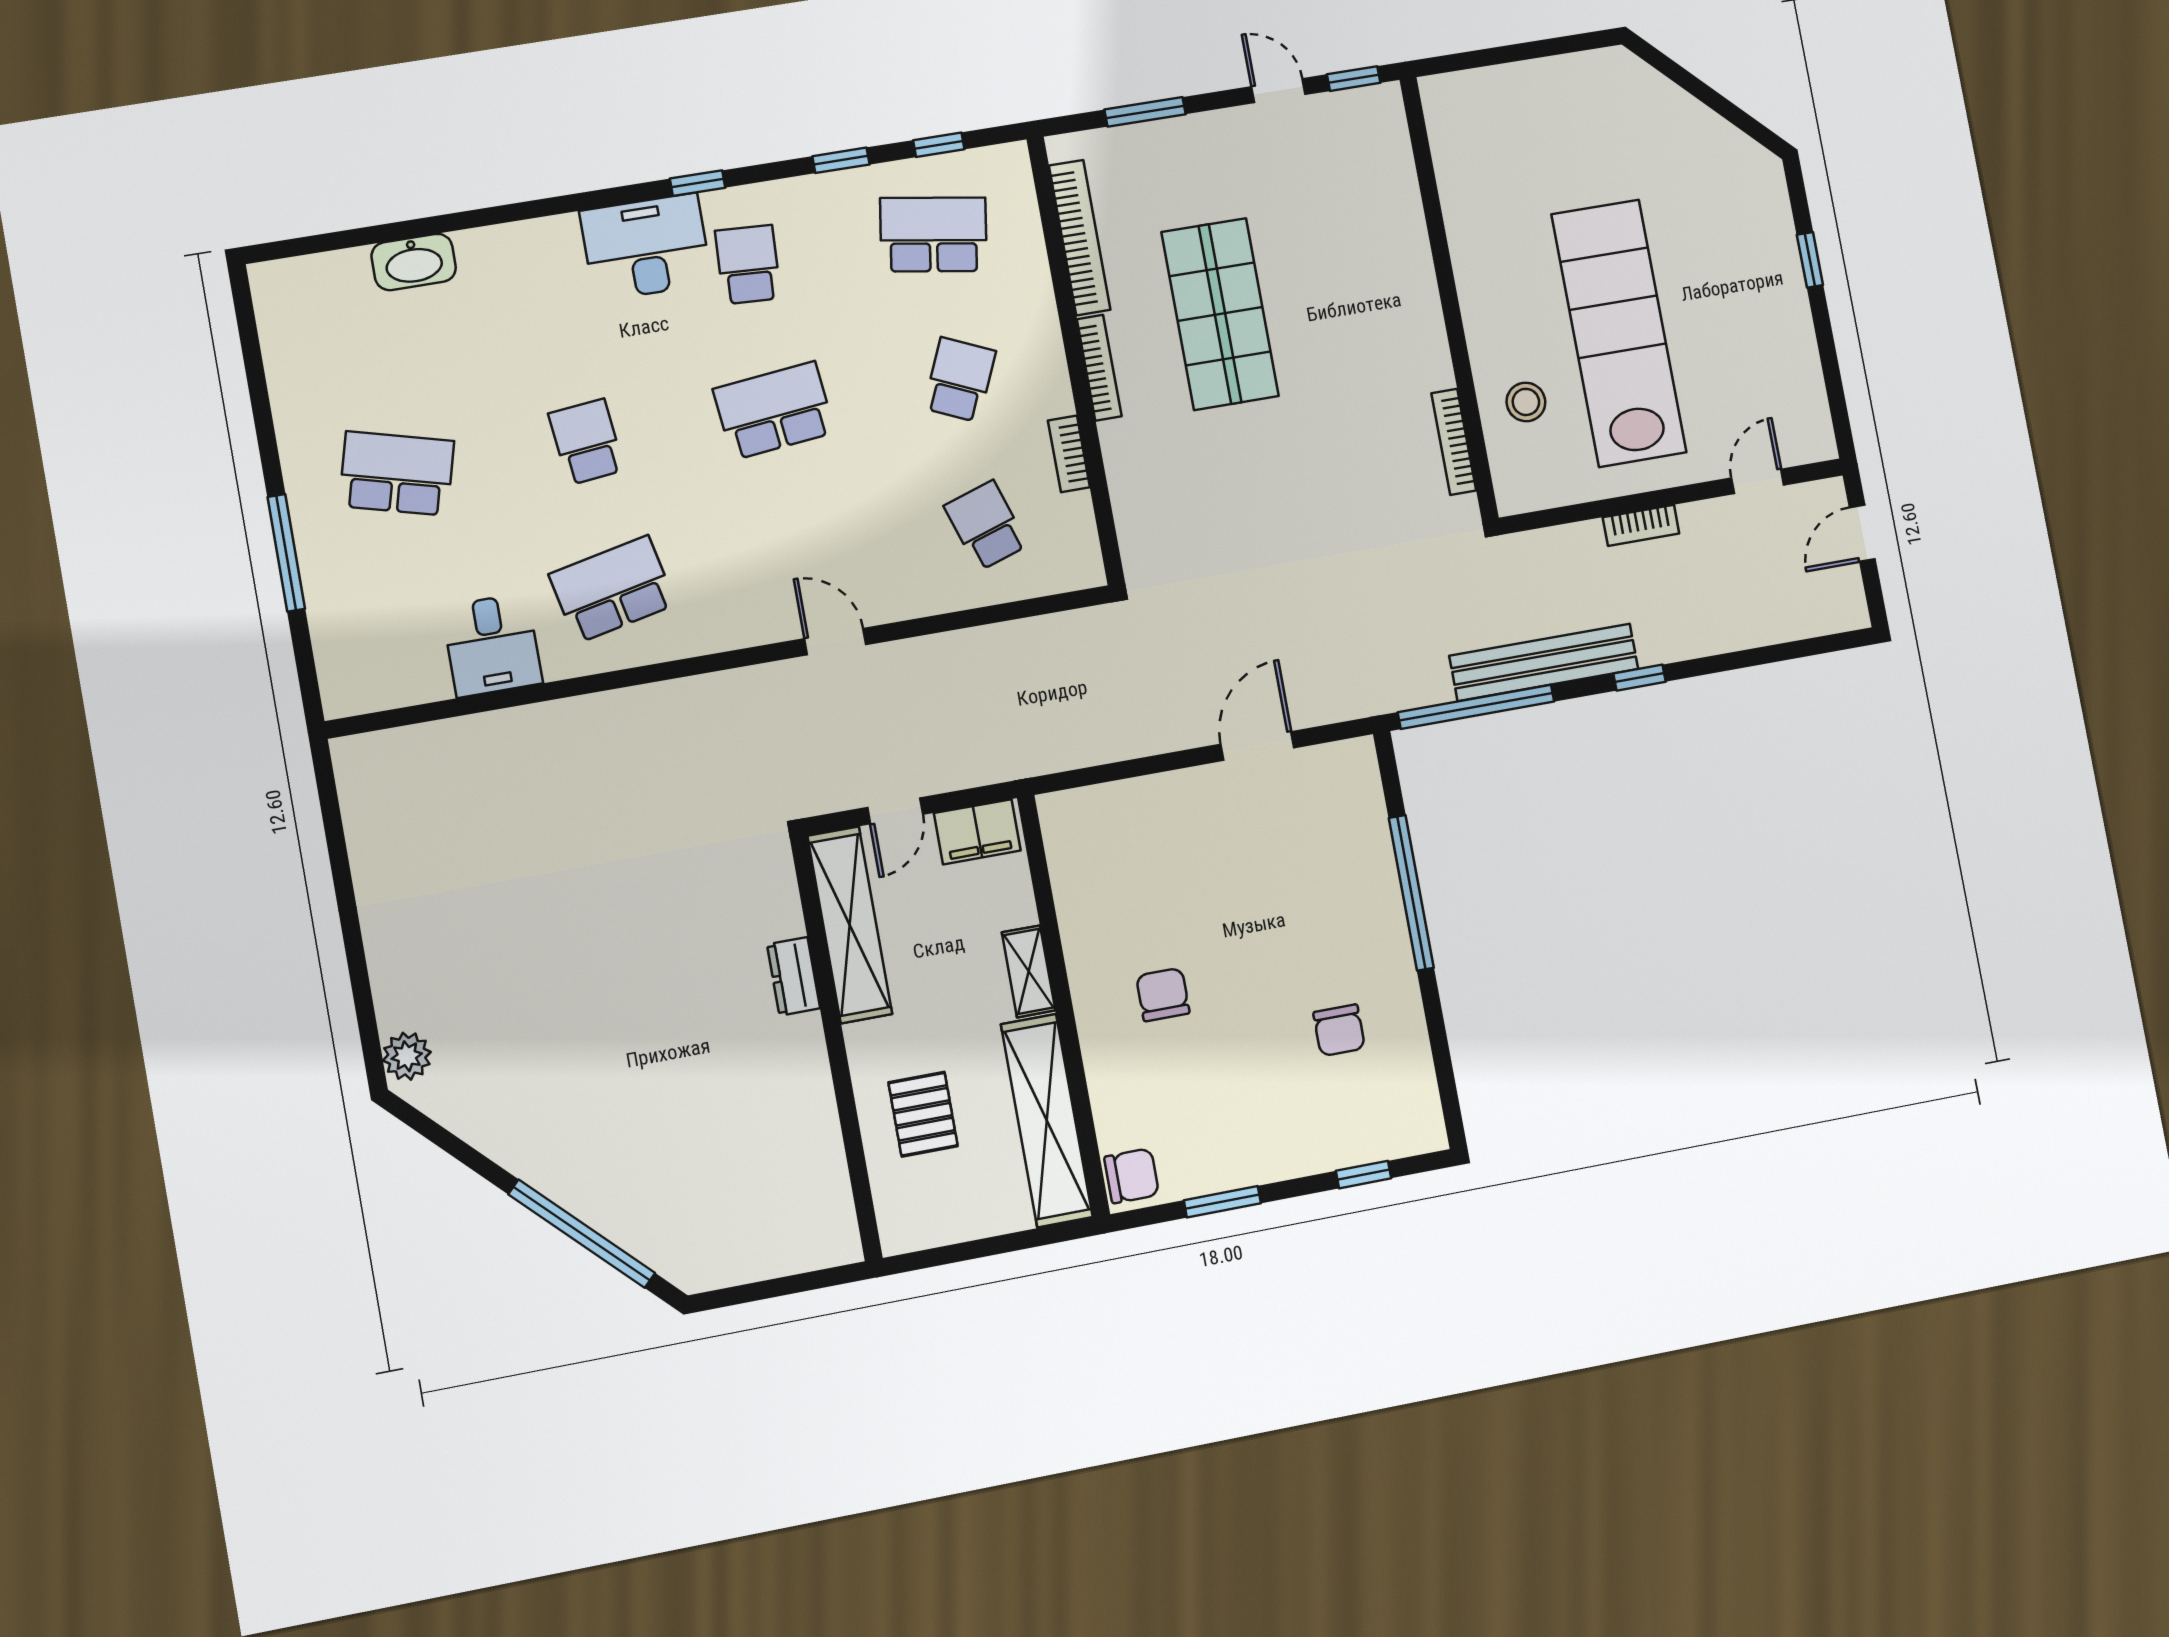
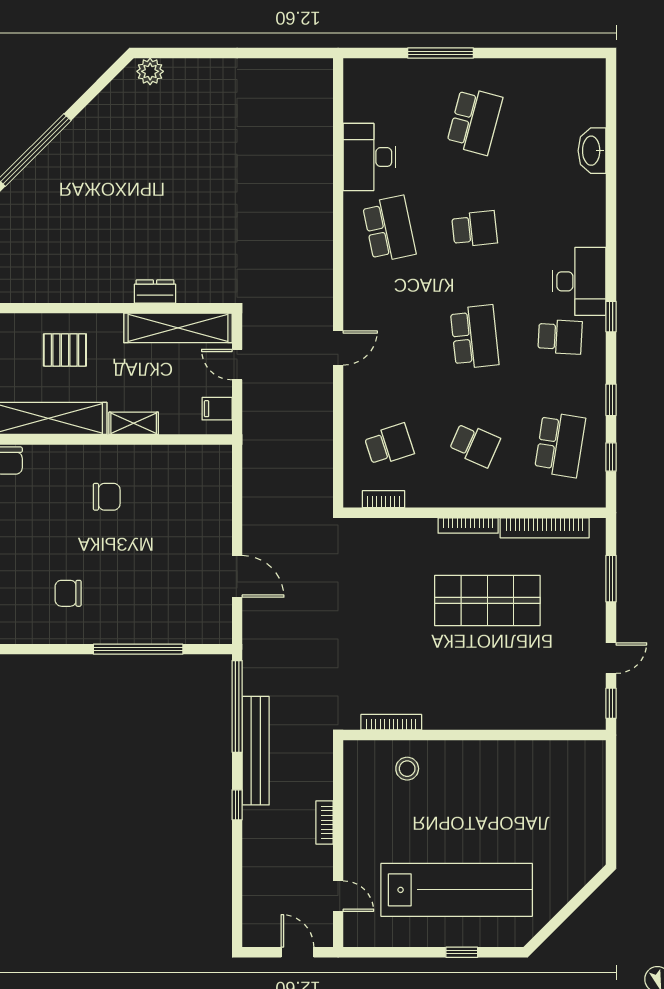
lab bench: (1619, 333) -> (457, 890), moved
bookcase: (1069, 454) -> (383, 499), moved
desk: (492, 645) -> (370, 157), width x1.37
filing cabinet: (977, 832) -> (217, 409), width x0.50

